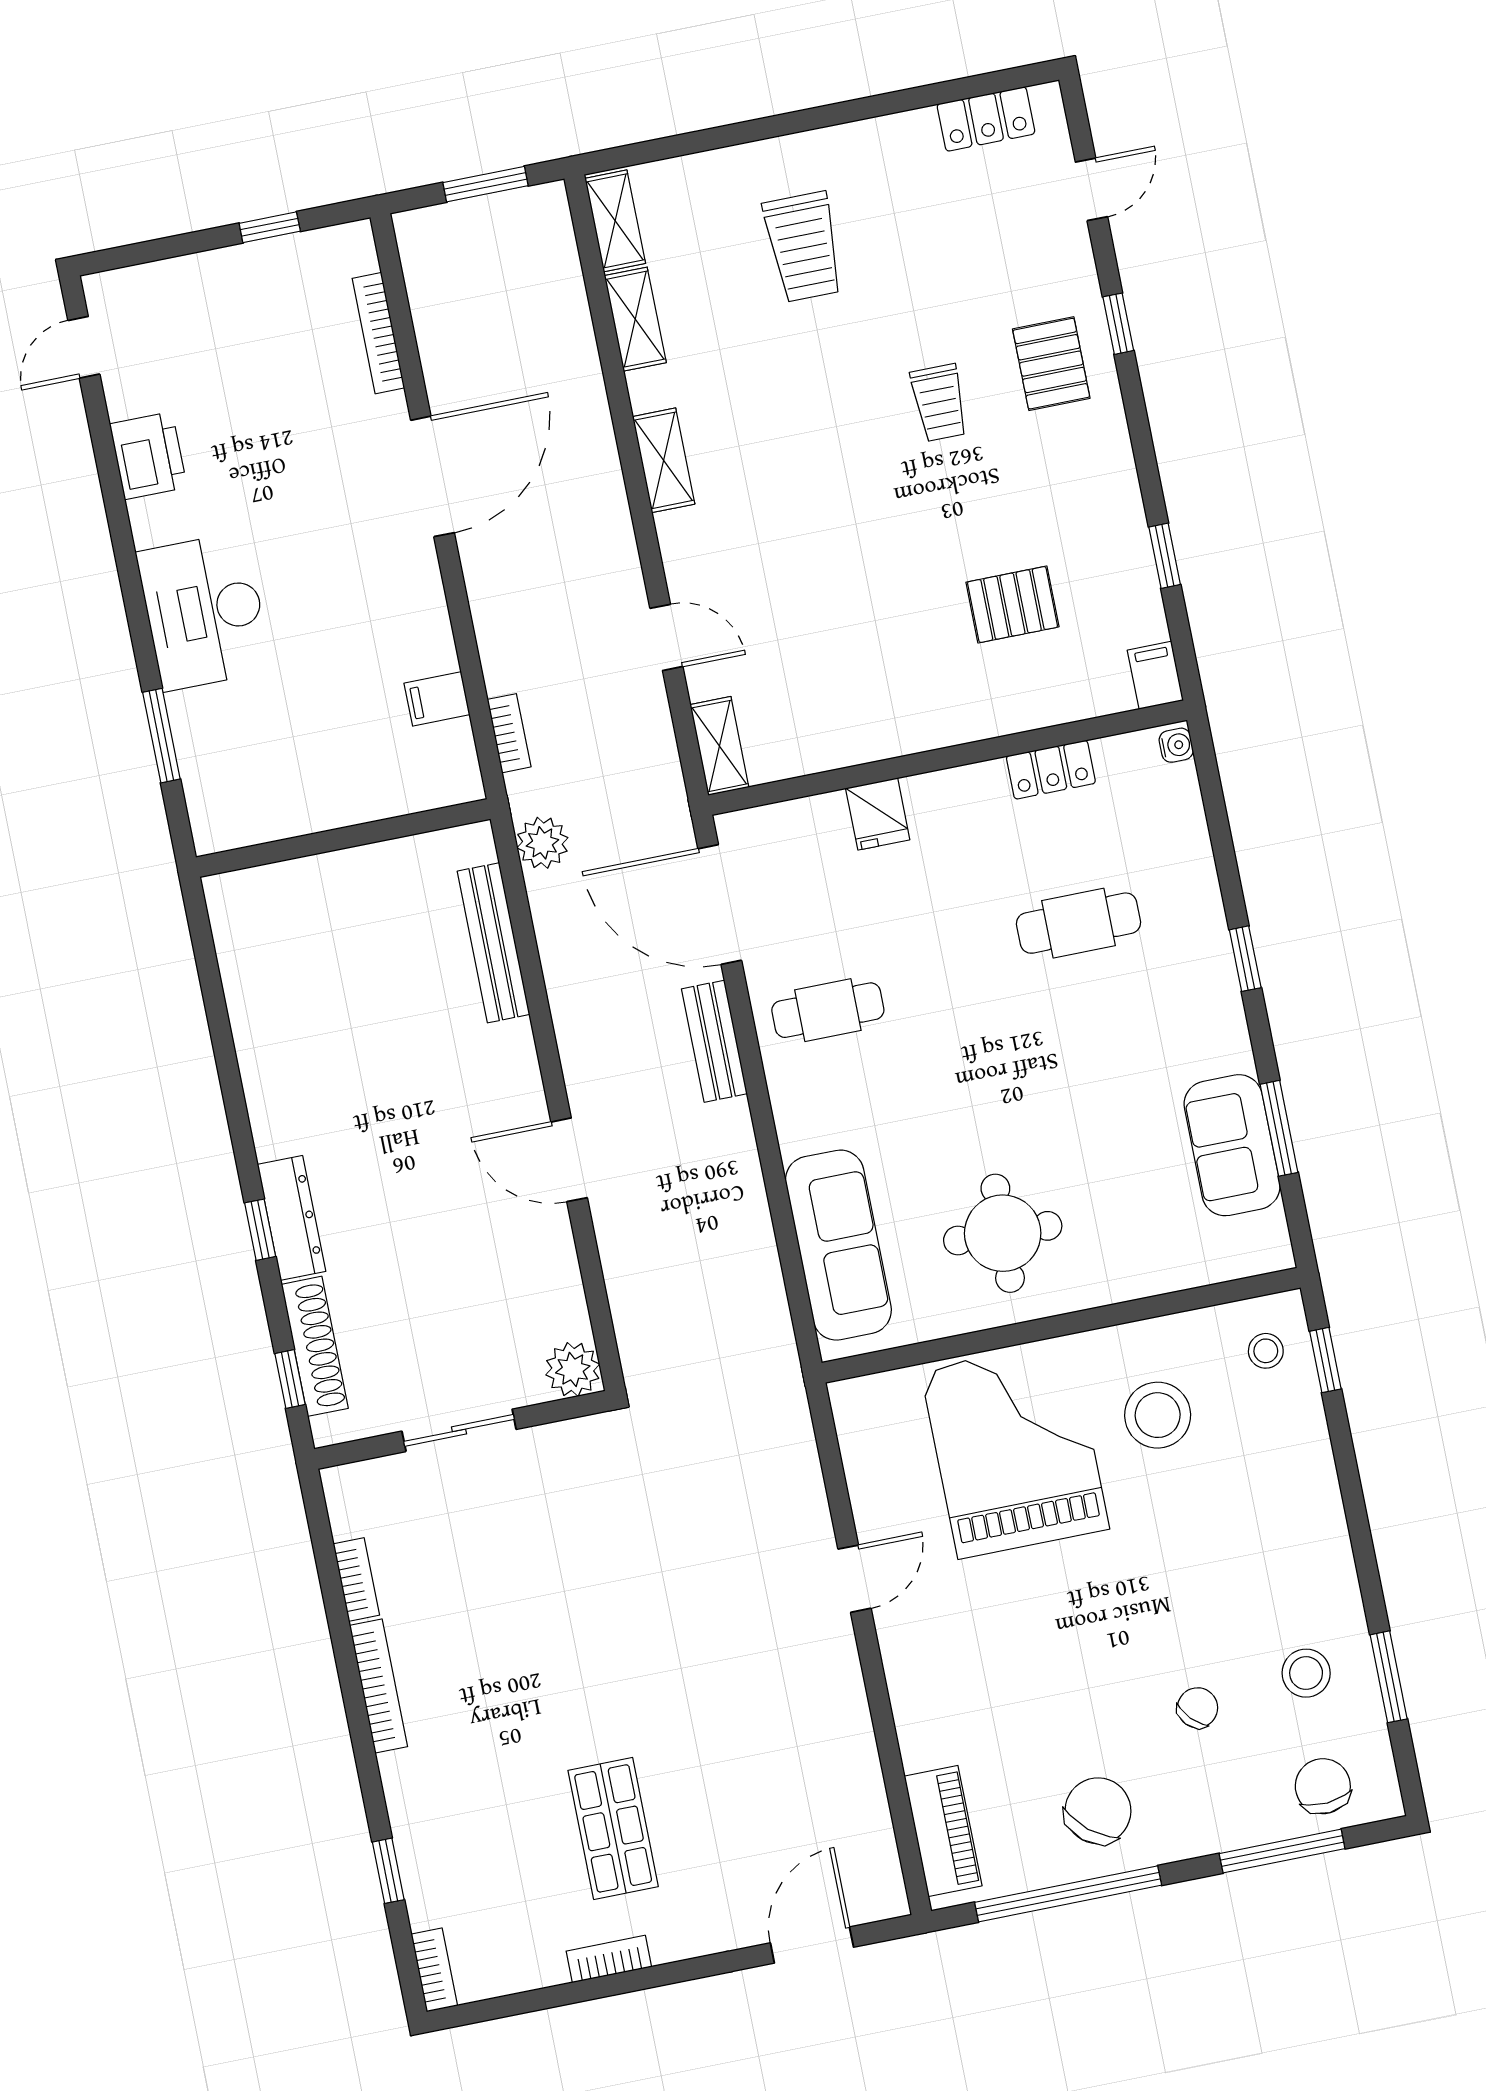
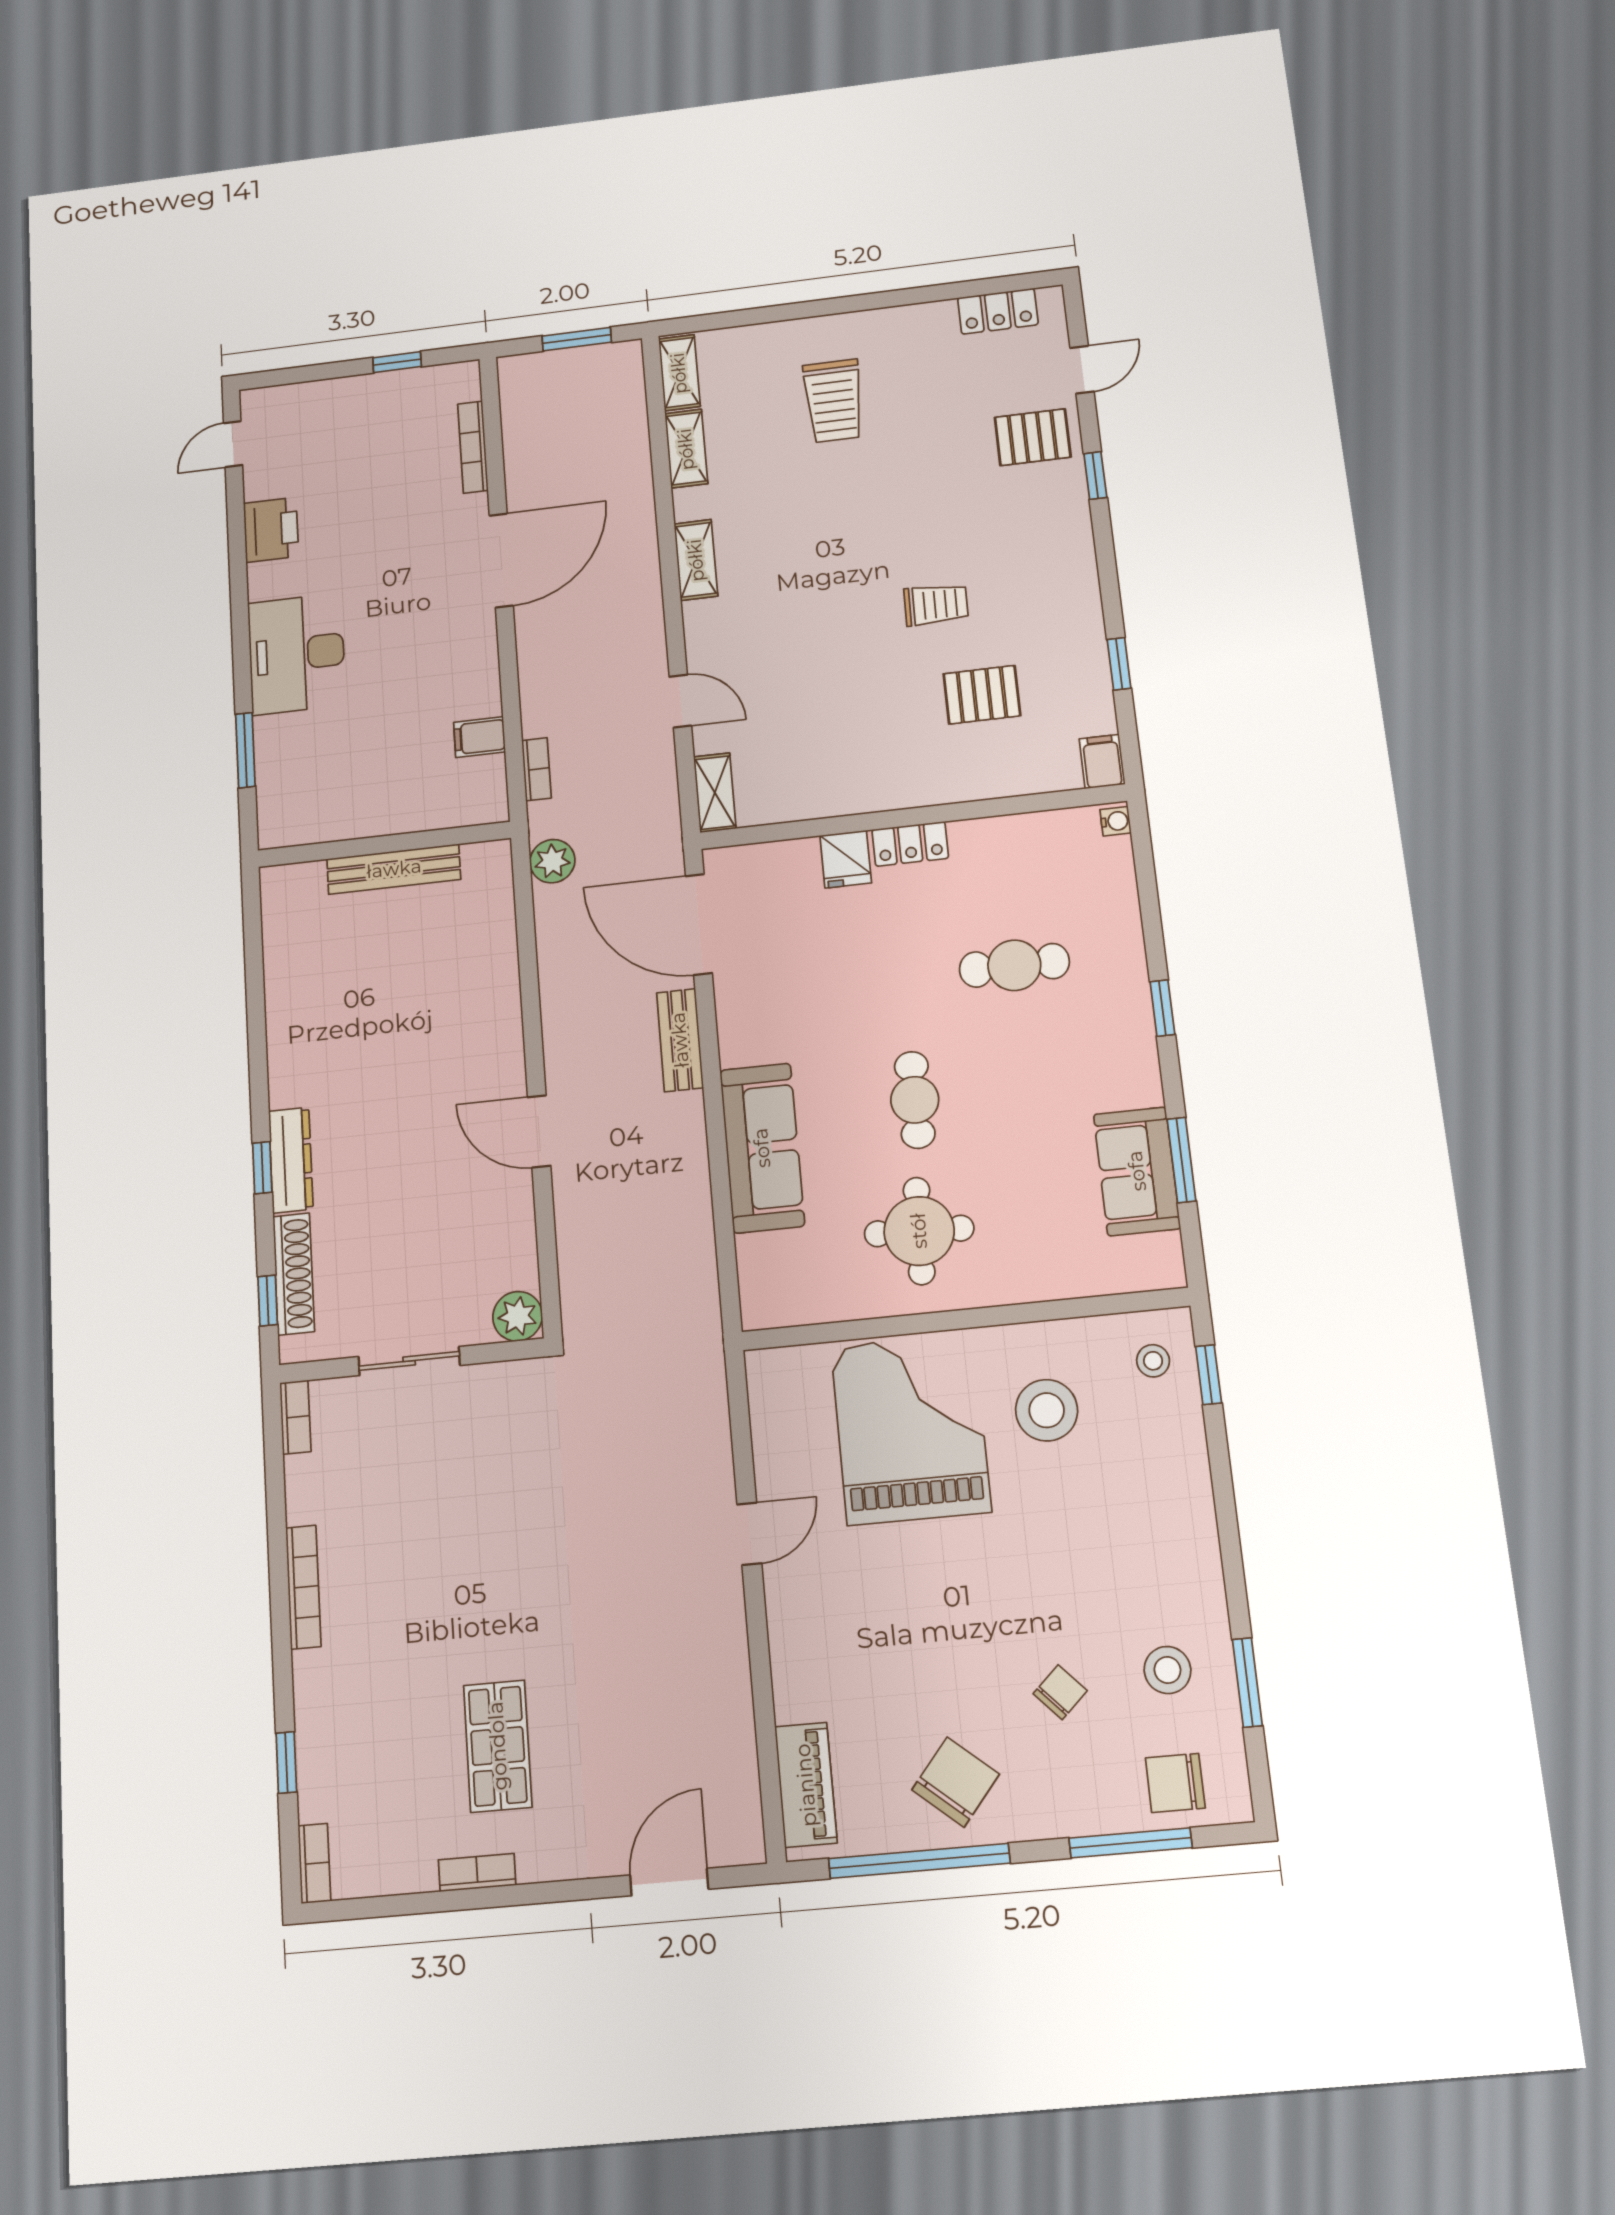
pallet: (1051, 364) -> (1033, 437), moved, turned 90
trolley: (939, 403) -> (936, 605), moved, turned -89
locker: (1051, 770) -> (910, 844), moved
bench: (493, 943) -> (394, 869), moved, turned 90
cafe table: (828, 1010) -> (915, 1100), moved, turned 90
sofa: (838, 1245) -> (762, 1148), moved
bookcase: (356, 1579) -> (295, 1417), moved
chair: (1323, 1786) -> (1175, 1783), turned -86

